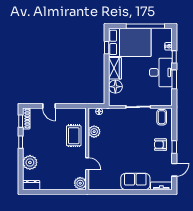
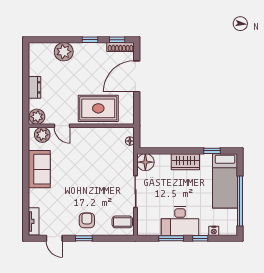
bed: (130, 42) -> (225, 181), width x0.67
floor lamp: (115, 87) -> (145, 162), moved
door: (49, 106) -> (137, 76), width x1.88
plant: (94, 132) -> (42, 135), moved
rug: (74, 136) -> (98, 108), width x1.36, depth x1.43
door: (87, 164) -> (62, 126), hinge flipped
sofa: (135, 181) -> (39, 169), moved
dresser: (31, 185) -> (34, 87), moved

